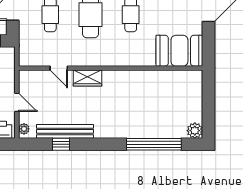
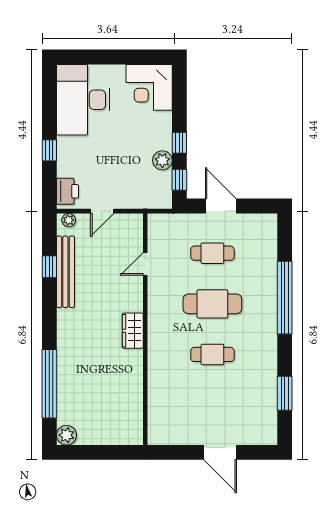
booth: (179, 51) -> (167, 416), removed
wardrobe: (87, 78) -> (133, 331), moved

